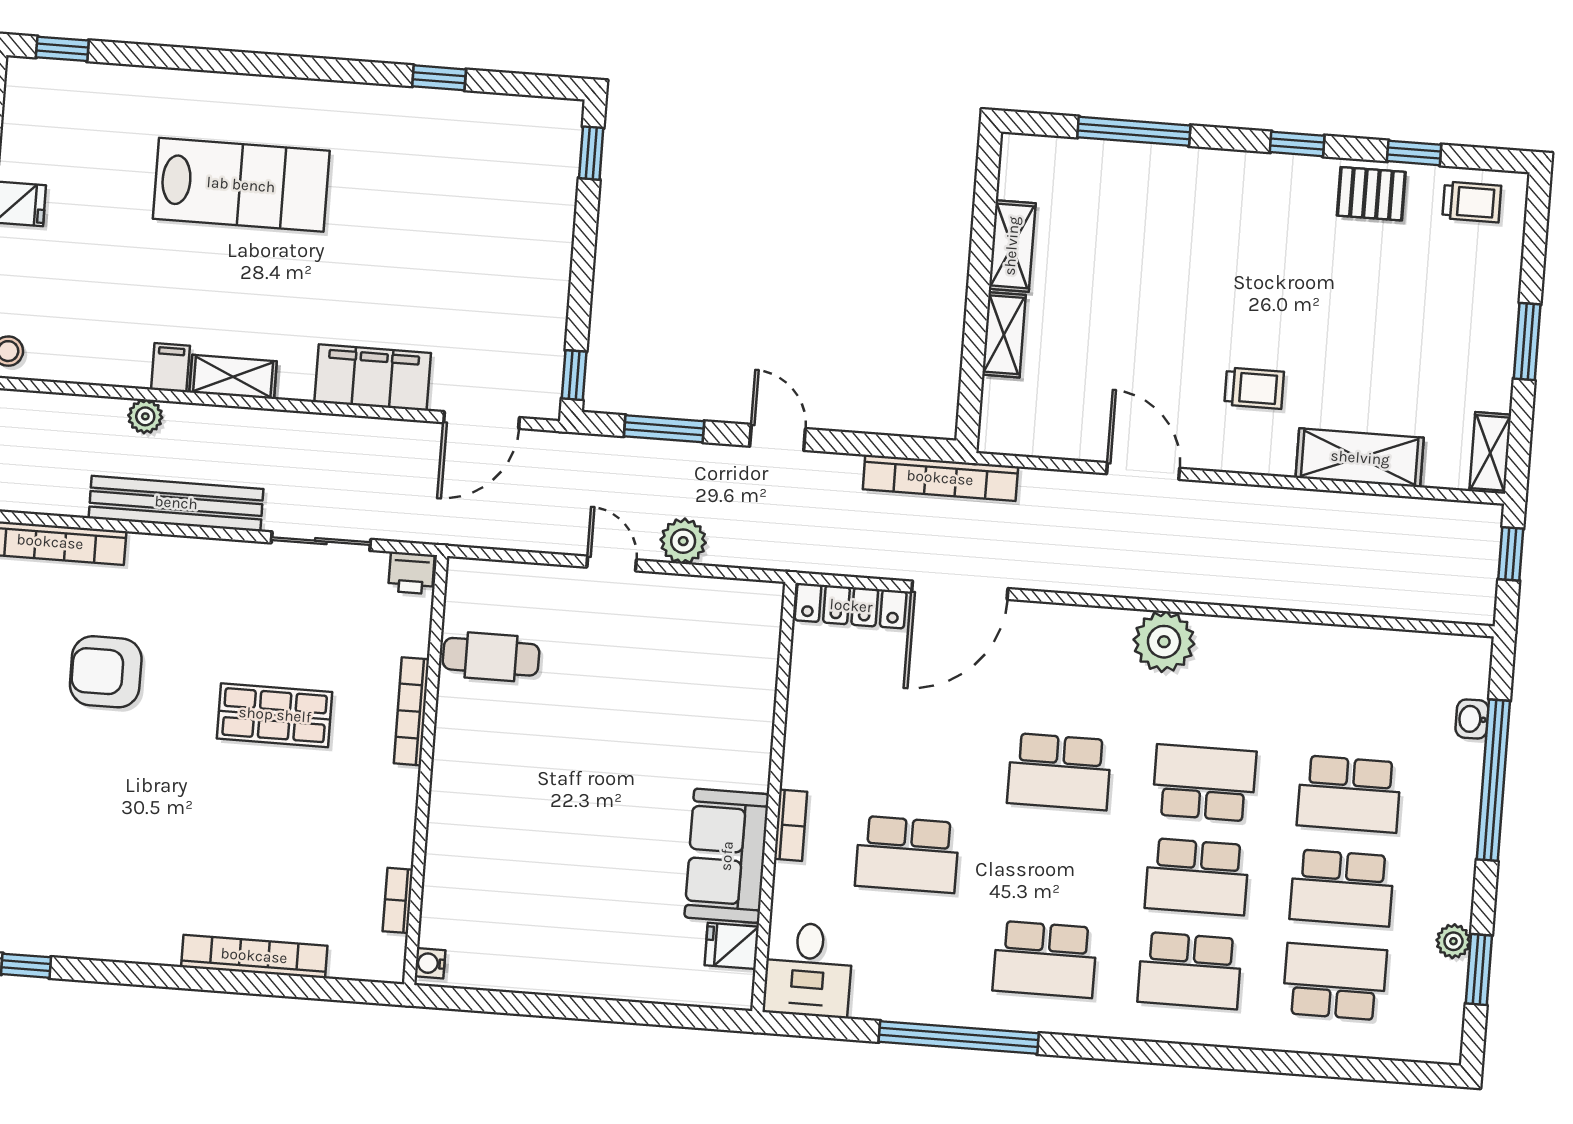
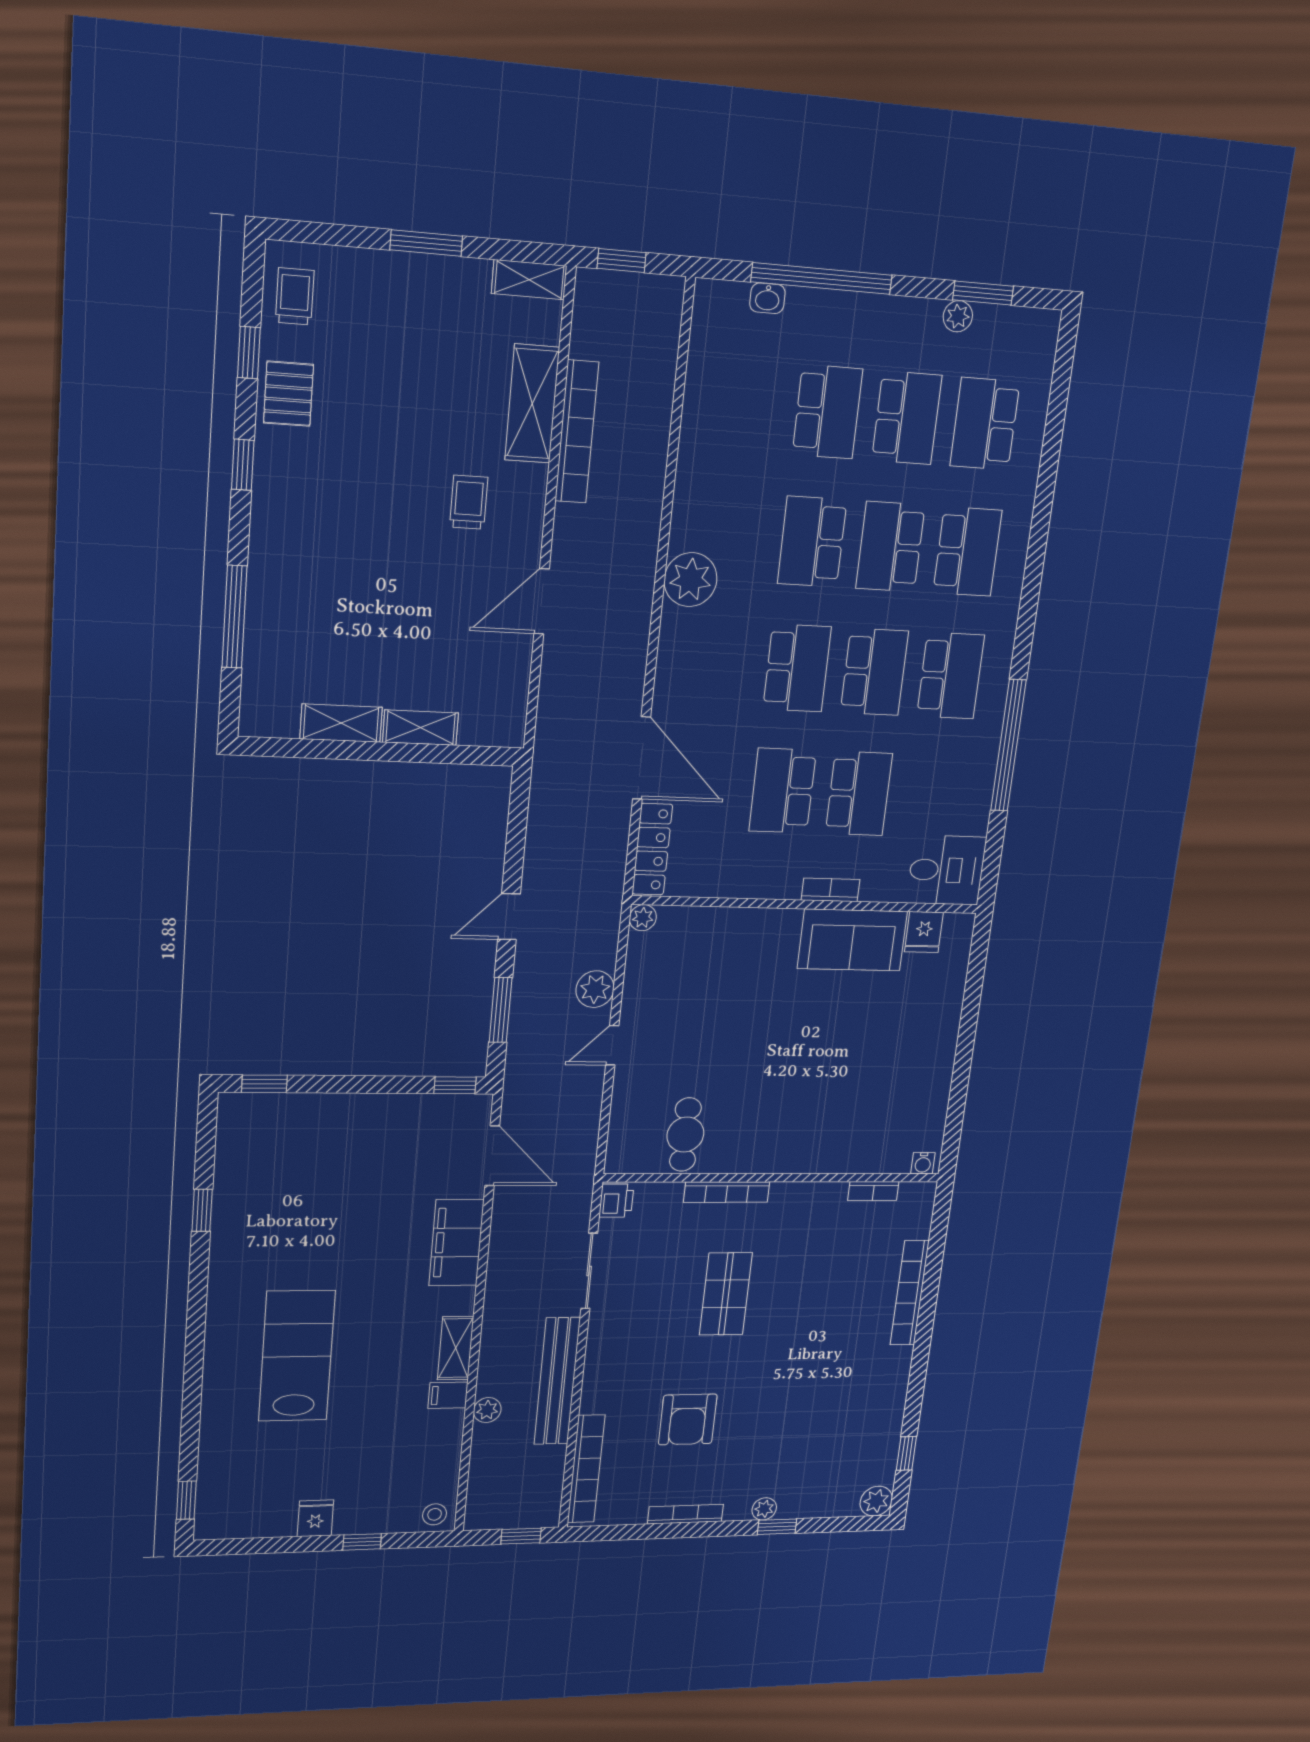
bookcase: (940, 478) -> (577, 432), moved
plant: (768, 597) -> (643, 918), added
school desk: (914, 761) -> (783, 791), added
school desk: (1052, 866) -> (874, 672), added
school desk: (1197, 877) -> (890, 547), turned 180

